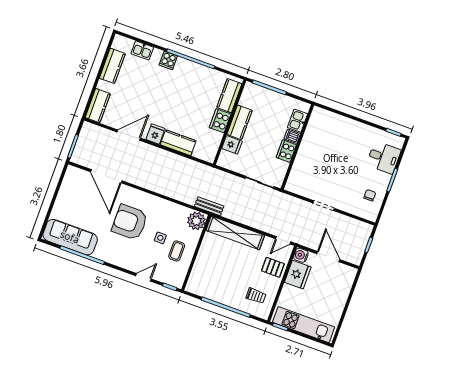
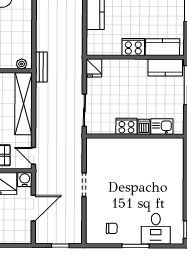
kitchen counter: (240, 122) -> (165, 68), moved
fridge: (232, 145) -> (94, 68), moved
plant: (196, 221) -> (22, 64), width x0.53, depth x0.53

